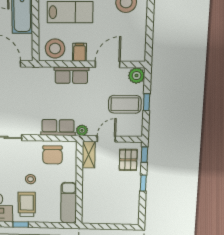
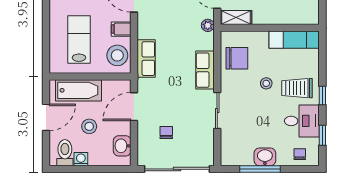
row of seats: (71, 75) -> (146, 59), moved
row of seats: (58, 128) -> (205, 70), moved

